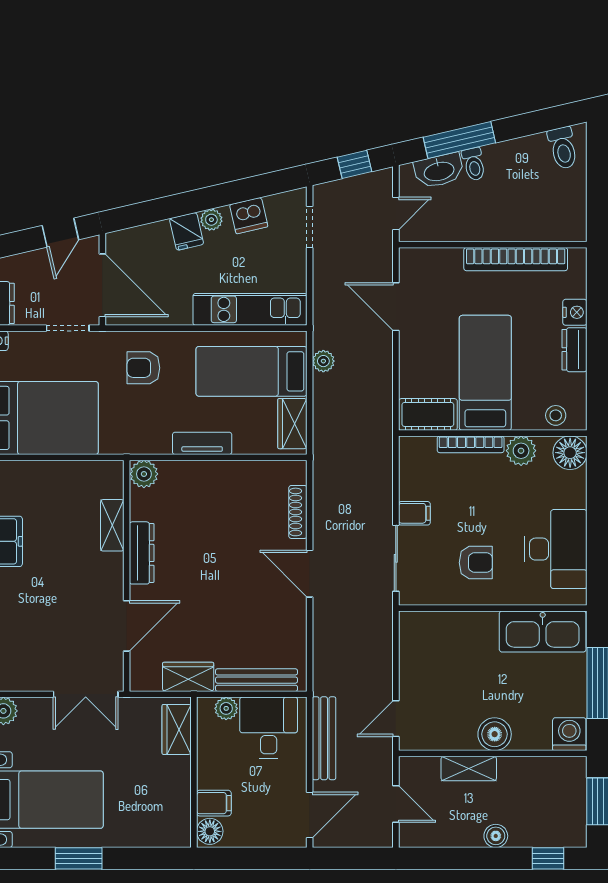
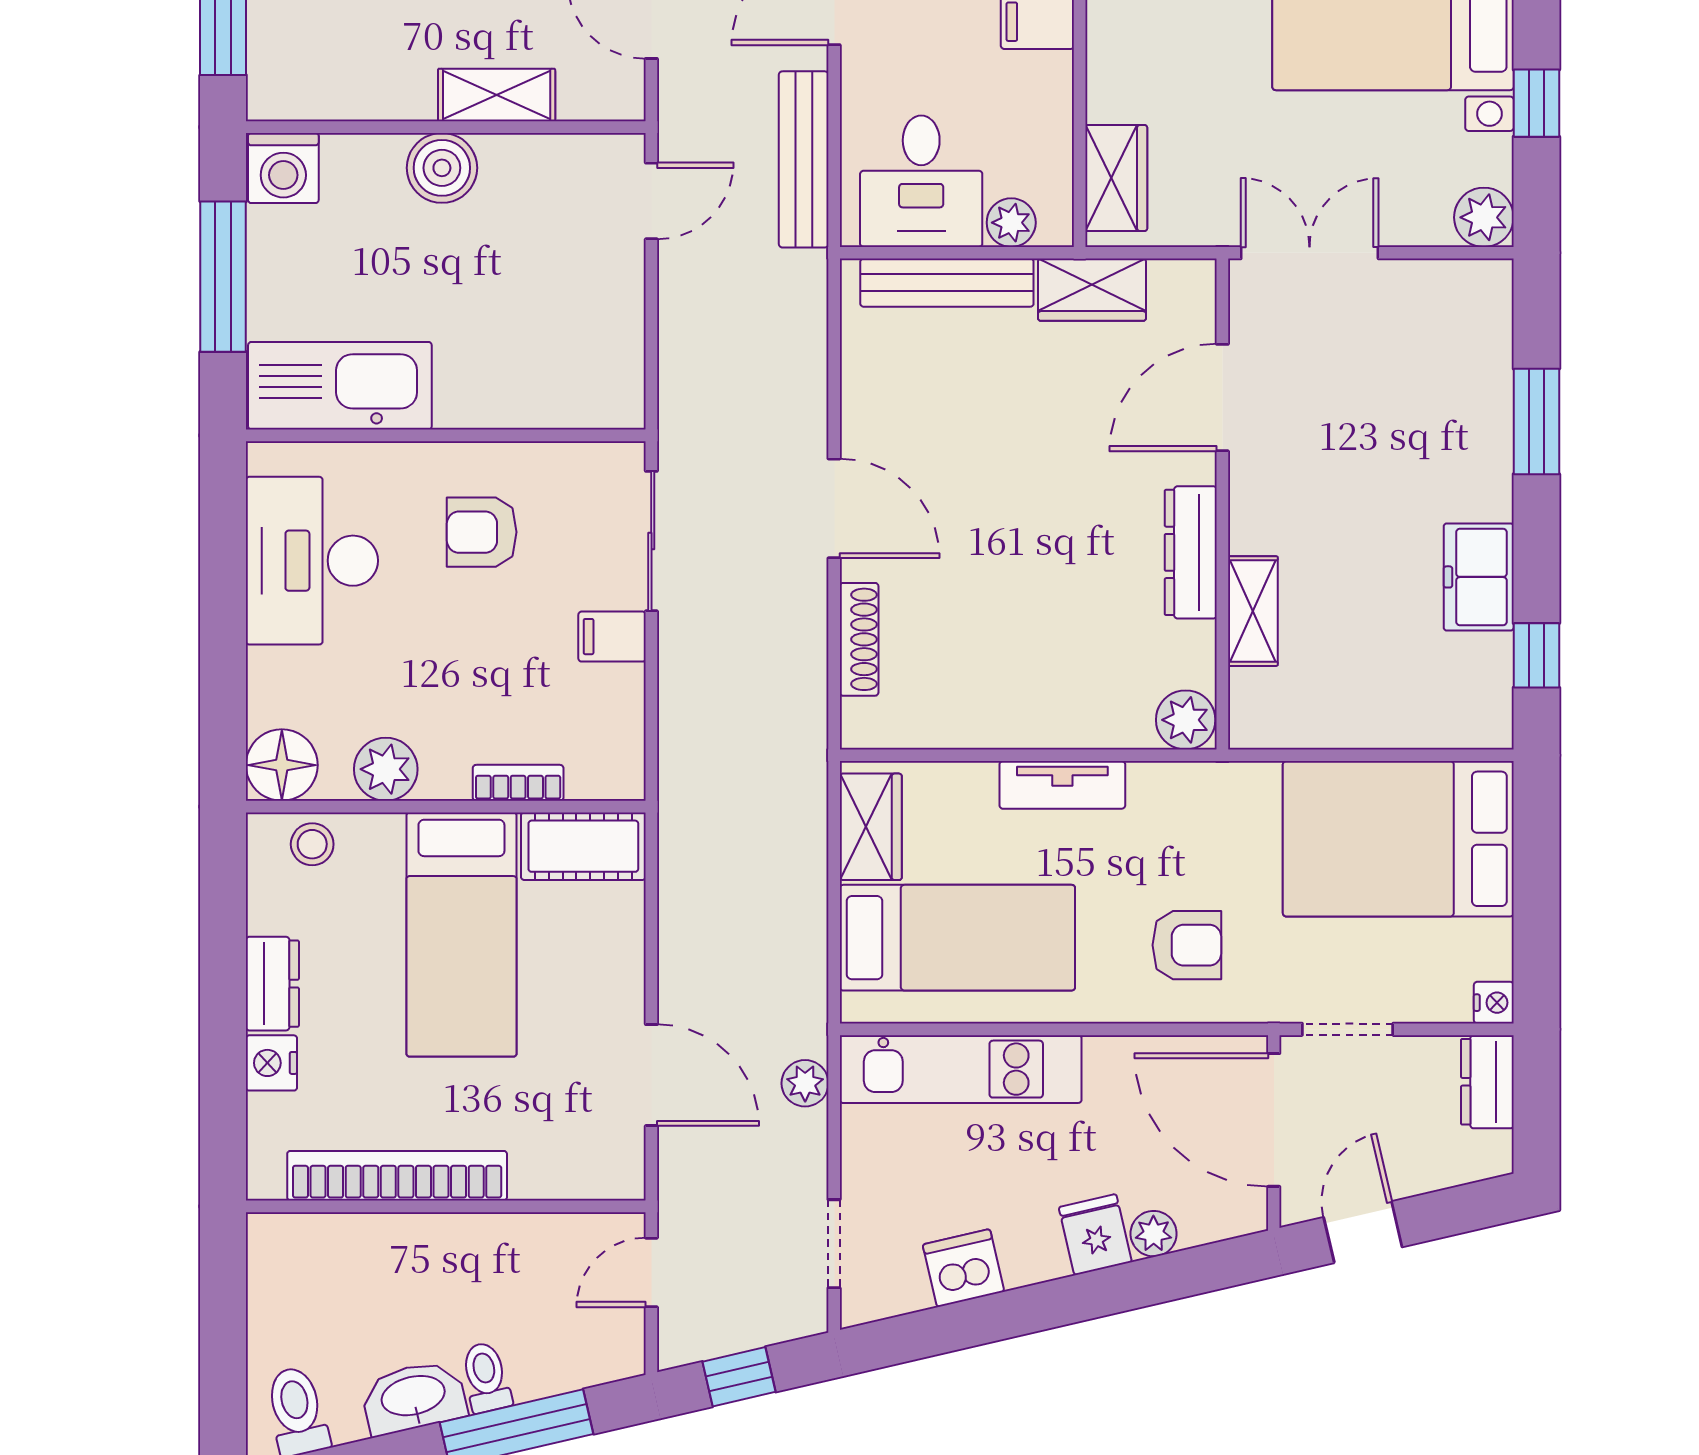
washbasin: (439, 171) -> (414, 1397), moved
plant: (211, 220) -> (1154, 1234), moved
plant: (323, 361) -> (805, 1083), moved
bookcase: (471, 444) -> (518, 783), width x0.64

